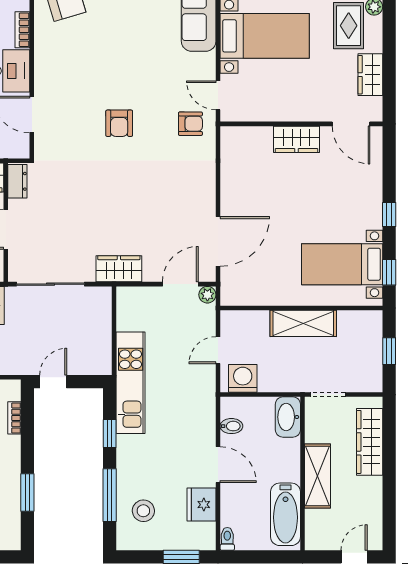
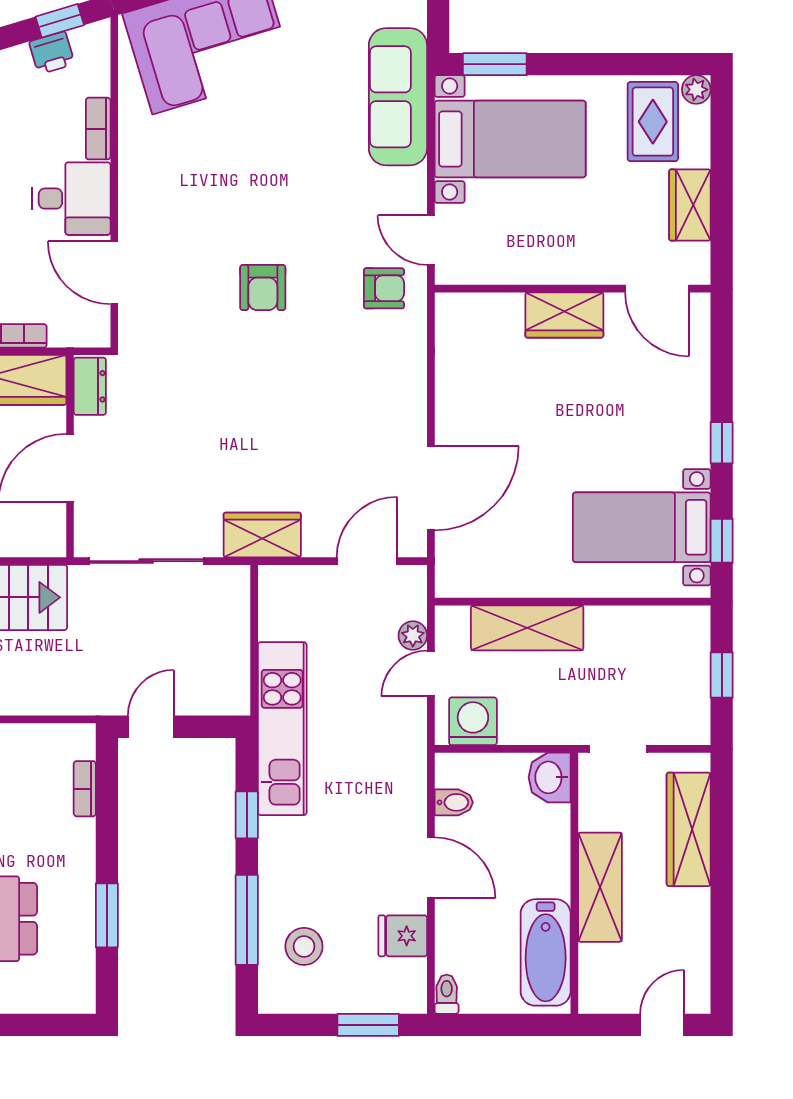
plant: (207, 295) -> (413, 636), moved
shelving: (303, 323) -> (527, 628), moved
washbasin: (288, 417) -> (550, 777), width x0.72
fridge: (201, 505) -> (403, 936), width x0.72

